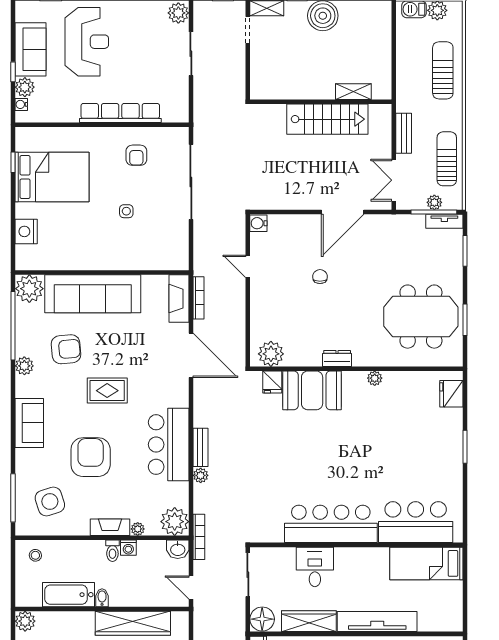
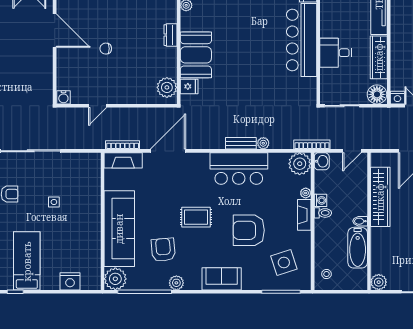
bed: (52, 177) -> (27, 261), width x0.67
rug: (107, 391) -> (196, 217), turned 90

